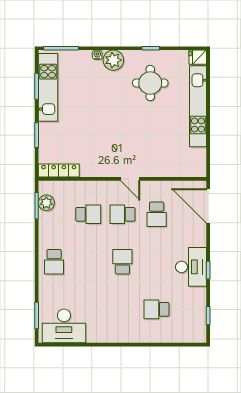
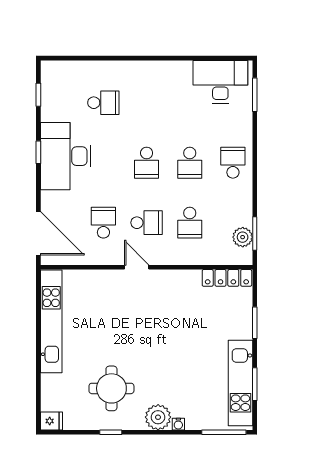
kitchen unit: (198, 106) -> (51, 321), moved
school desk: (88, 214) -> (190, 223), turned -90
school desk: (88, 262) -> (190, 163), added
desk: (191, 267) -> (66, 156), width x1.36, depth x1.30

